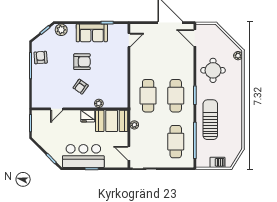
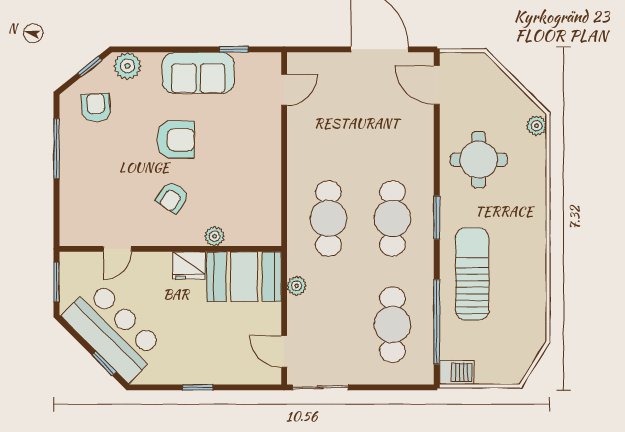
armchair: (41, 58) -> (96, 107), moved
bar counter: (83, 156) -> (113, 331), moved, turned 45
barbecue: (217, 162) -> (457, 372), moved

